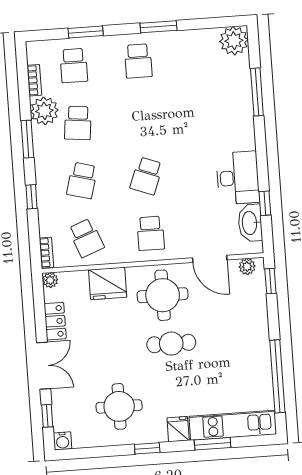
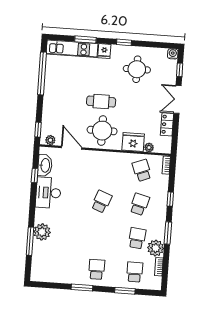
plant: (234, 41) -> (42, 232), moved
school desk: (151, 233) -> (104, 168), removed
plant: (50, 280) -> (149, 148), moved

